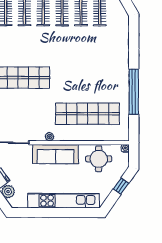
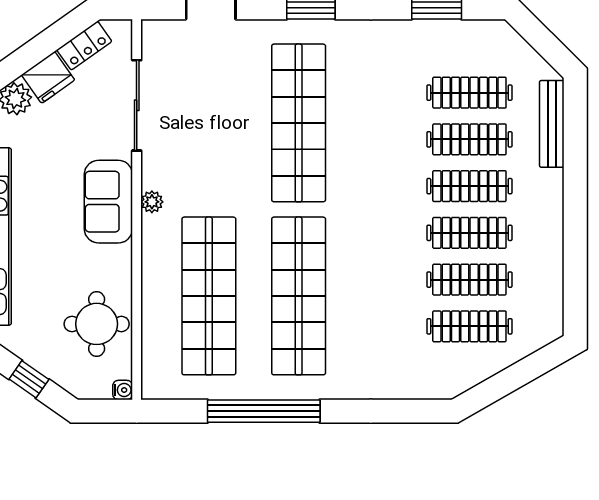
shop shelf: (87, 78) -> (299, 296), added
sofa: (55, 154) -> (108, 202), width x0.73

